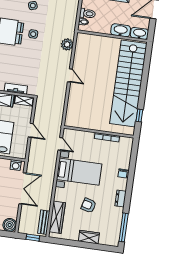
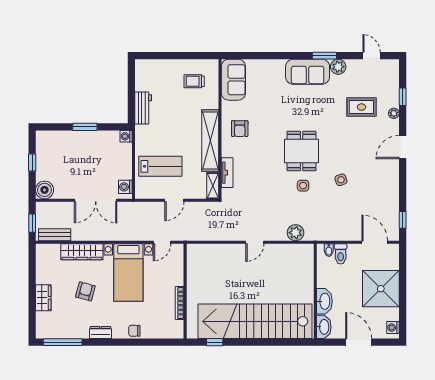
wardrobe: (57, 217) -> (82, 252), moved

